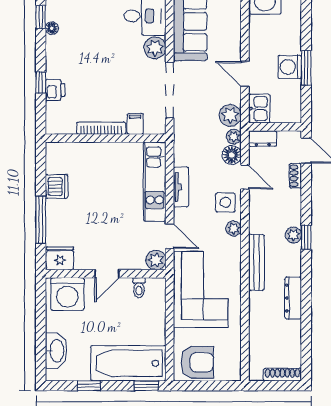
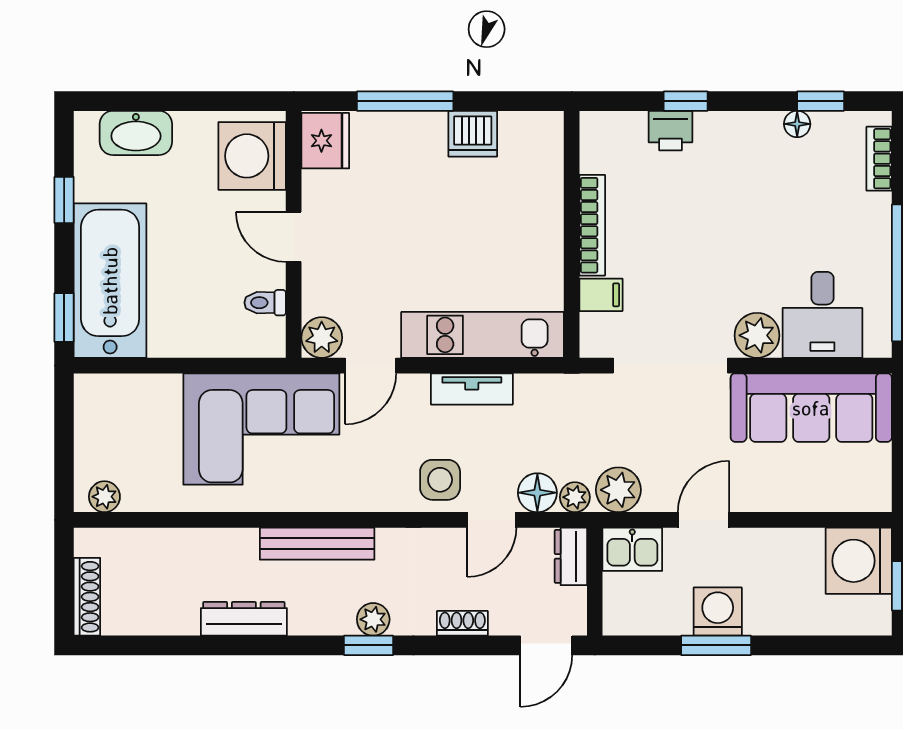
shoe rack: (295, 176) -> (462, 623), moved
plant: (234, 229) -> (104, 497), moved
armchair: (197, 362) -> (112, 422), removed

